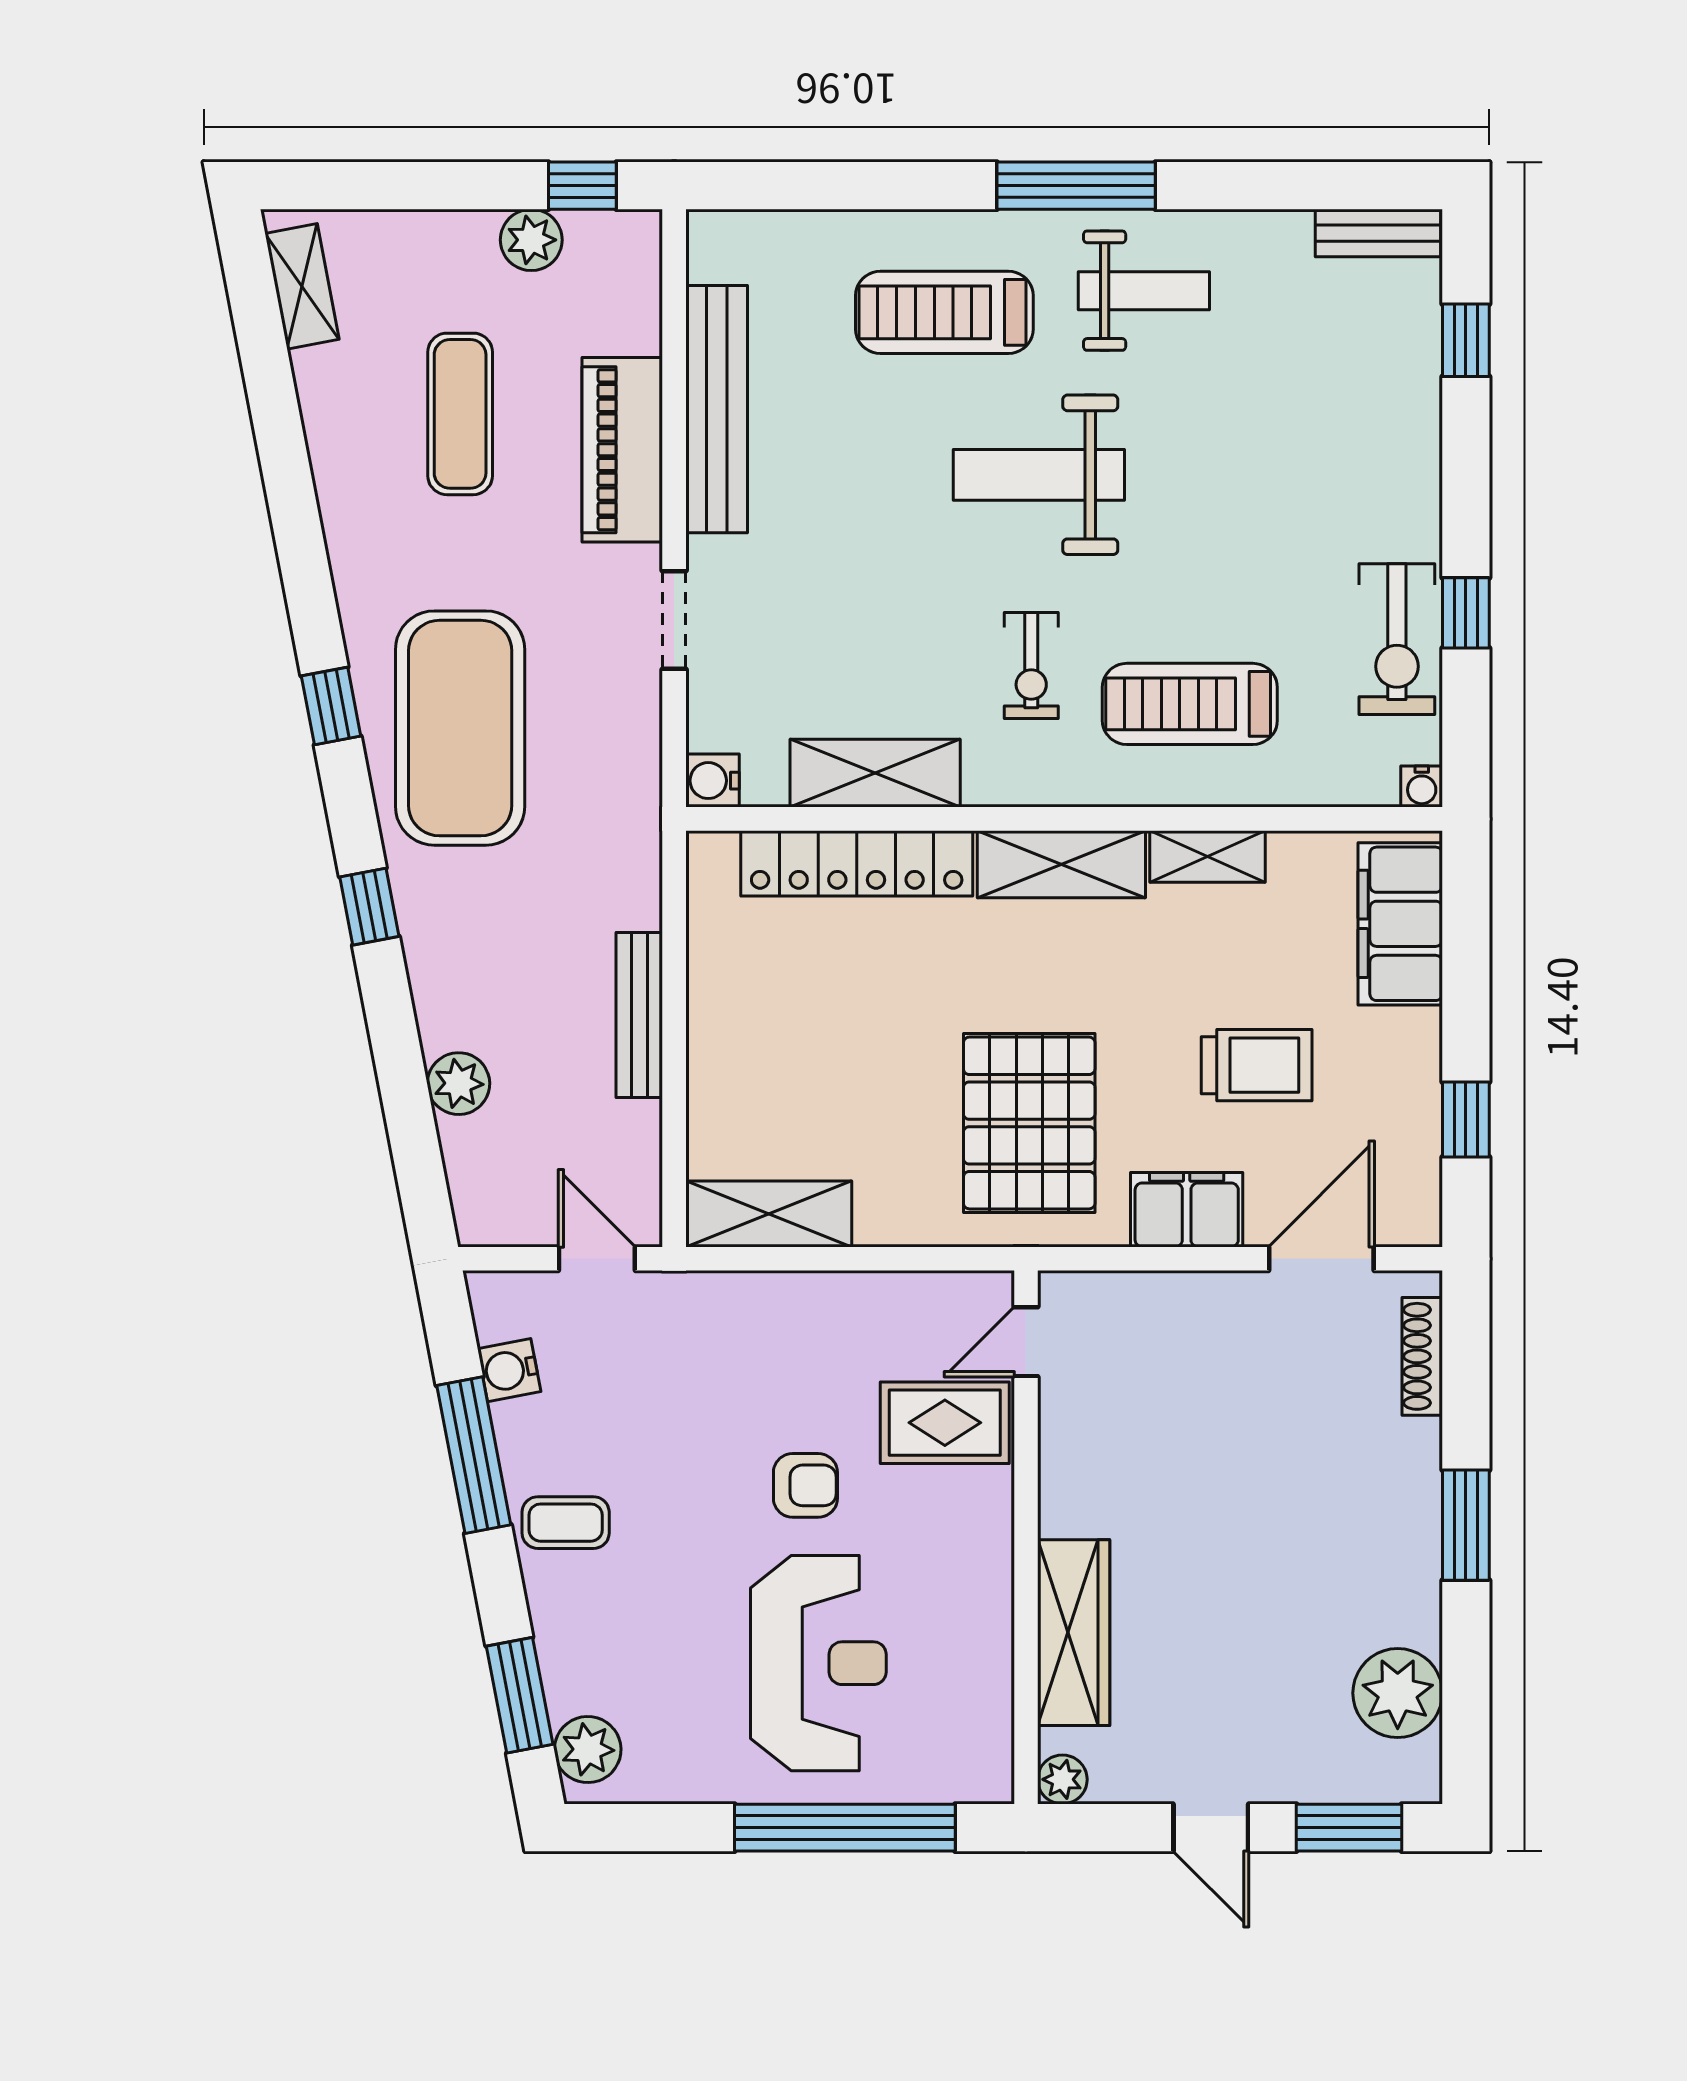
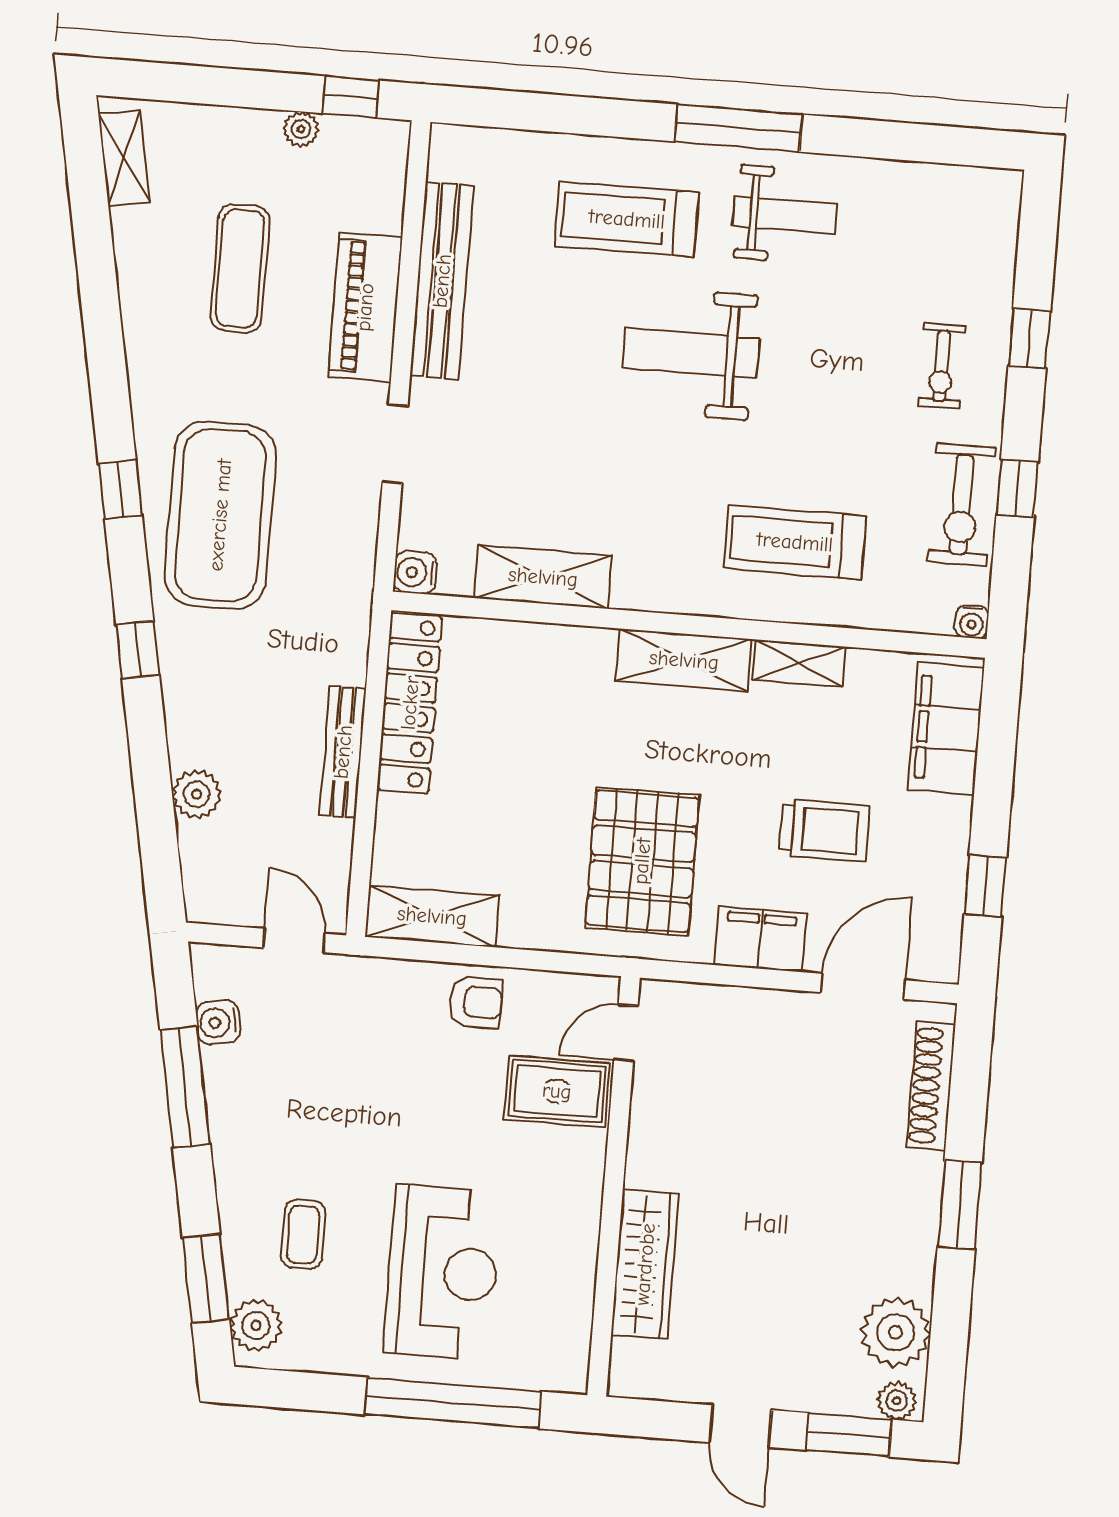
bench: (1378, 233) -> (972, 184), removed
plant: (531, 240) -> (301, 129), width x0.73, depth x0.73
window: (1466, 340) -> (1029, 339), moved
exercise bike: (1031, 665) -> (942, 366), moved
locker: (857, 863) -> (410, 703), moved, turned -90
shoe rack: (1422, 1356) -> (931, 1086), width x1.36, depth x1.24
armchair: (805, 1485) -> (476, 1002), moved
coffee table: (566, 1523) -> (303, 1234), moved, turned 90
plant: (1062, 1779) -> (897, 1401), moved

